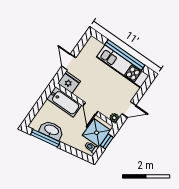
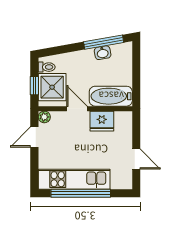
door: (69, 62) -> (136, 159), moved
fridge: (69, 82) -> (102, 121), moved
washbasin: (51, 130) -> (103, 53), width x0.52, depth x0.69

